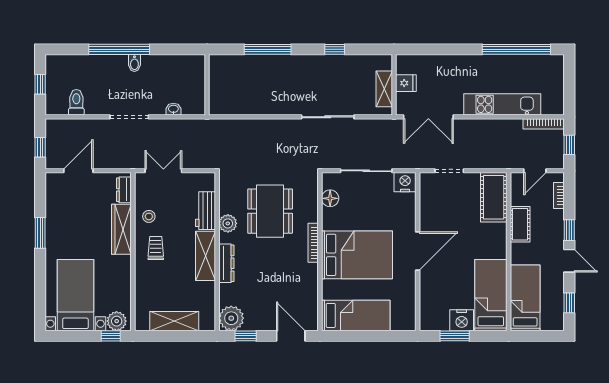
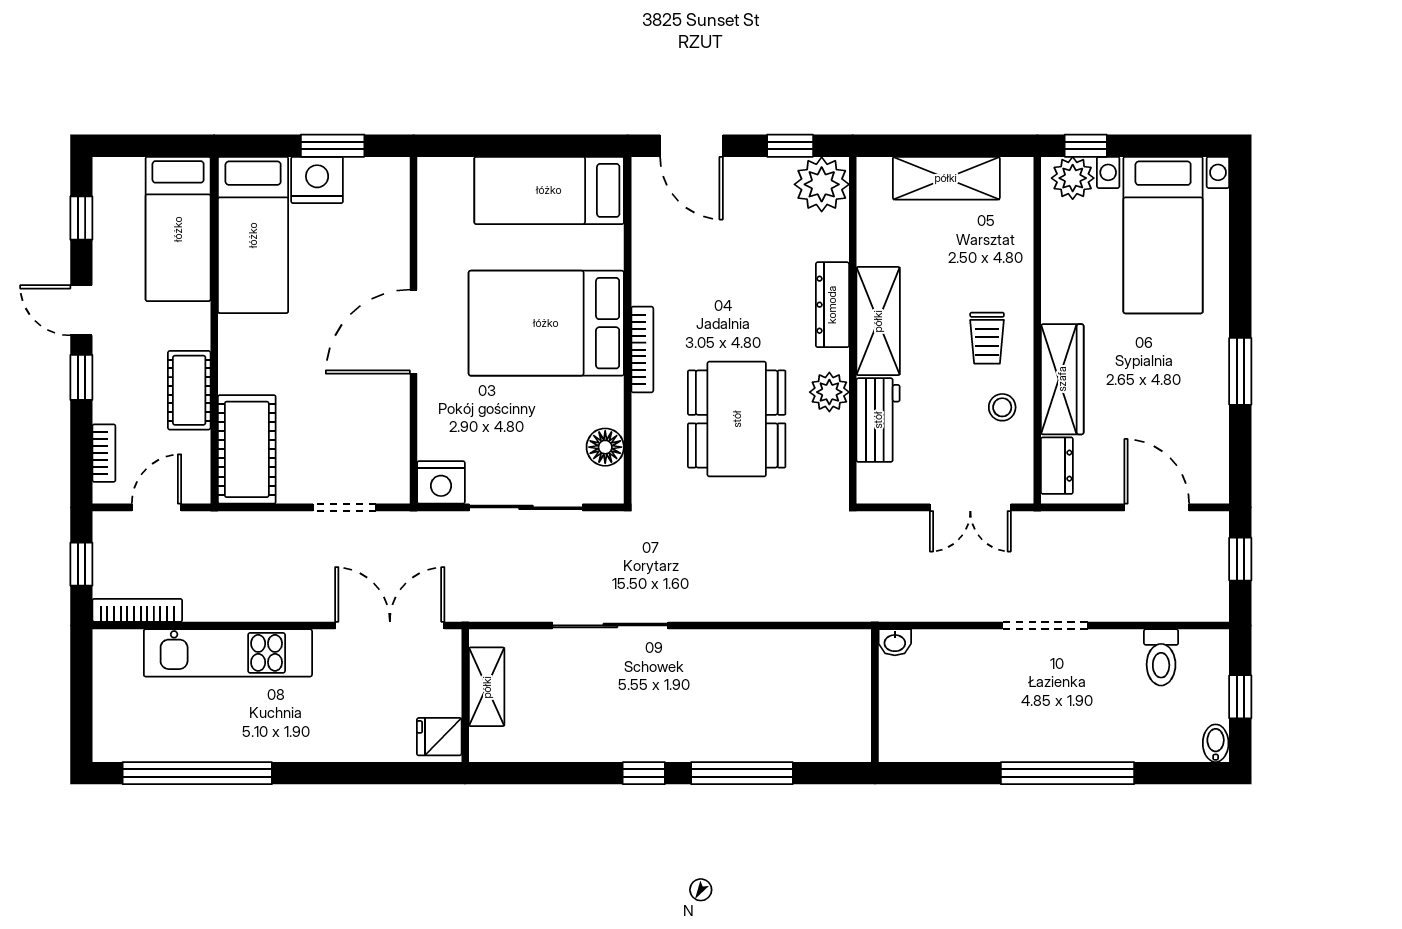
window: (335, 49) -> (644, 773), moved
bidet: (134, 63) -> (1216, 743), moved
fridge: (406, 83) -> (439, 737), moved
washbasin: (173, 109) -> (895, 642), moved
door: (78, 171) -> (1157, 507), swing flipped

